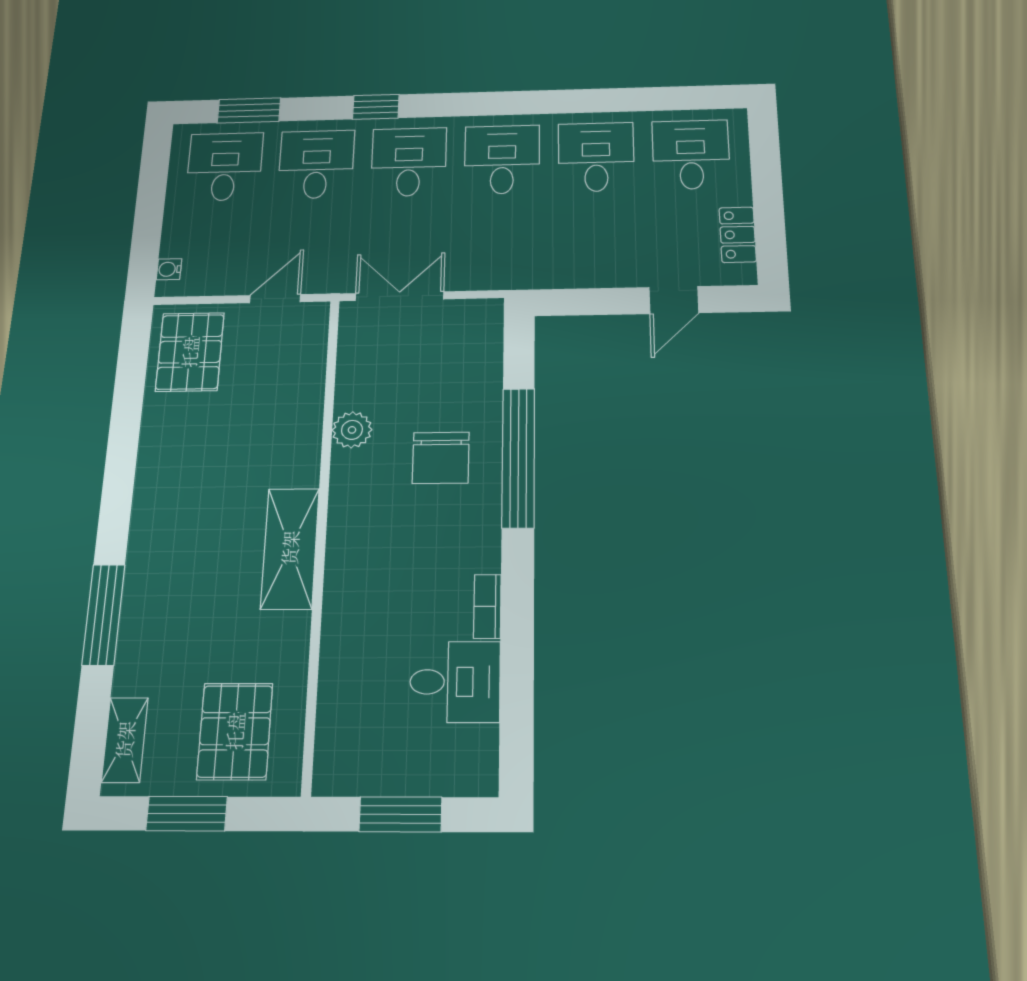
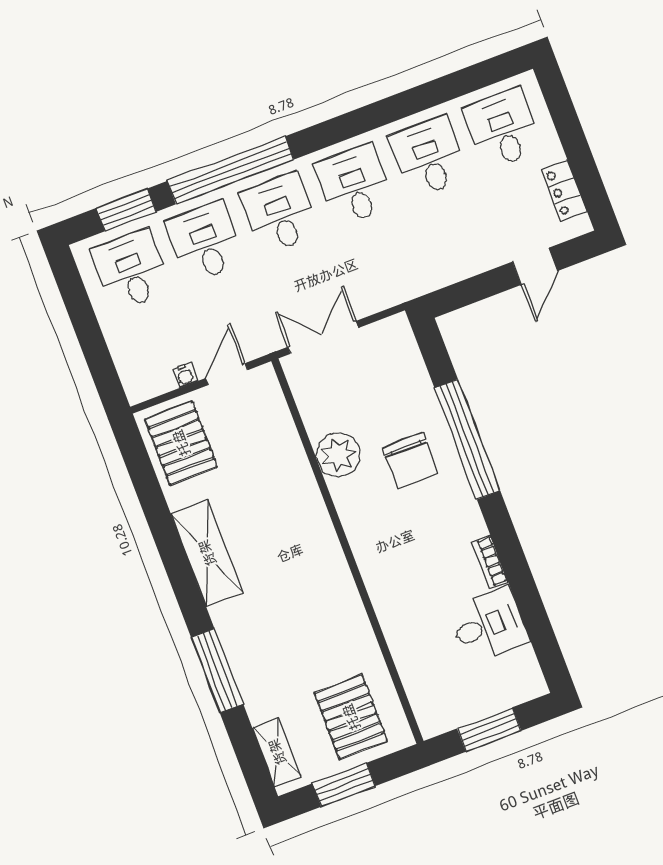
window: (376, 107) -> (230, 170), width x3.17
water cooler: (169, 269) -> (185, 375), moved, turned -90
plant: (352, 430) -> (338, 455), width x1.36, depth x1.36
shelving: (290, 548) -> (207, 553), moved

